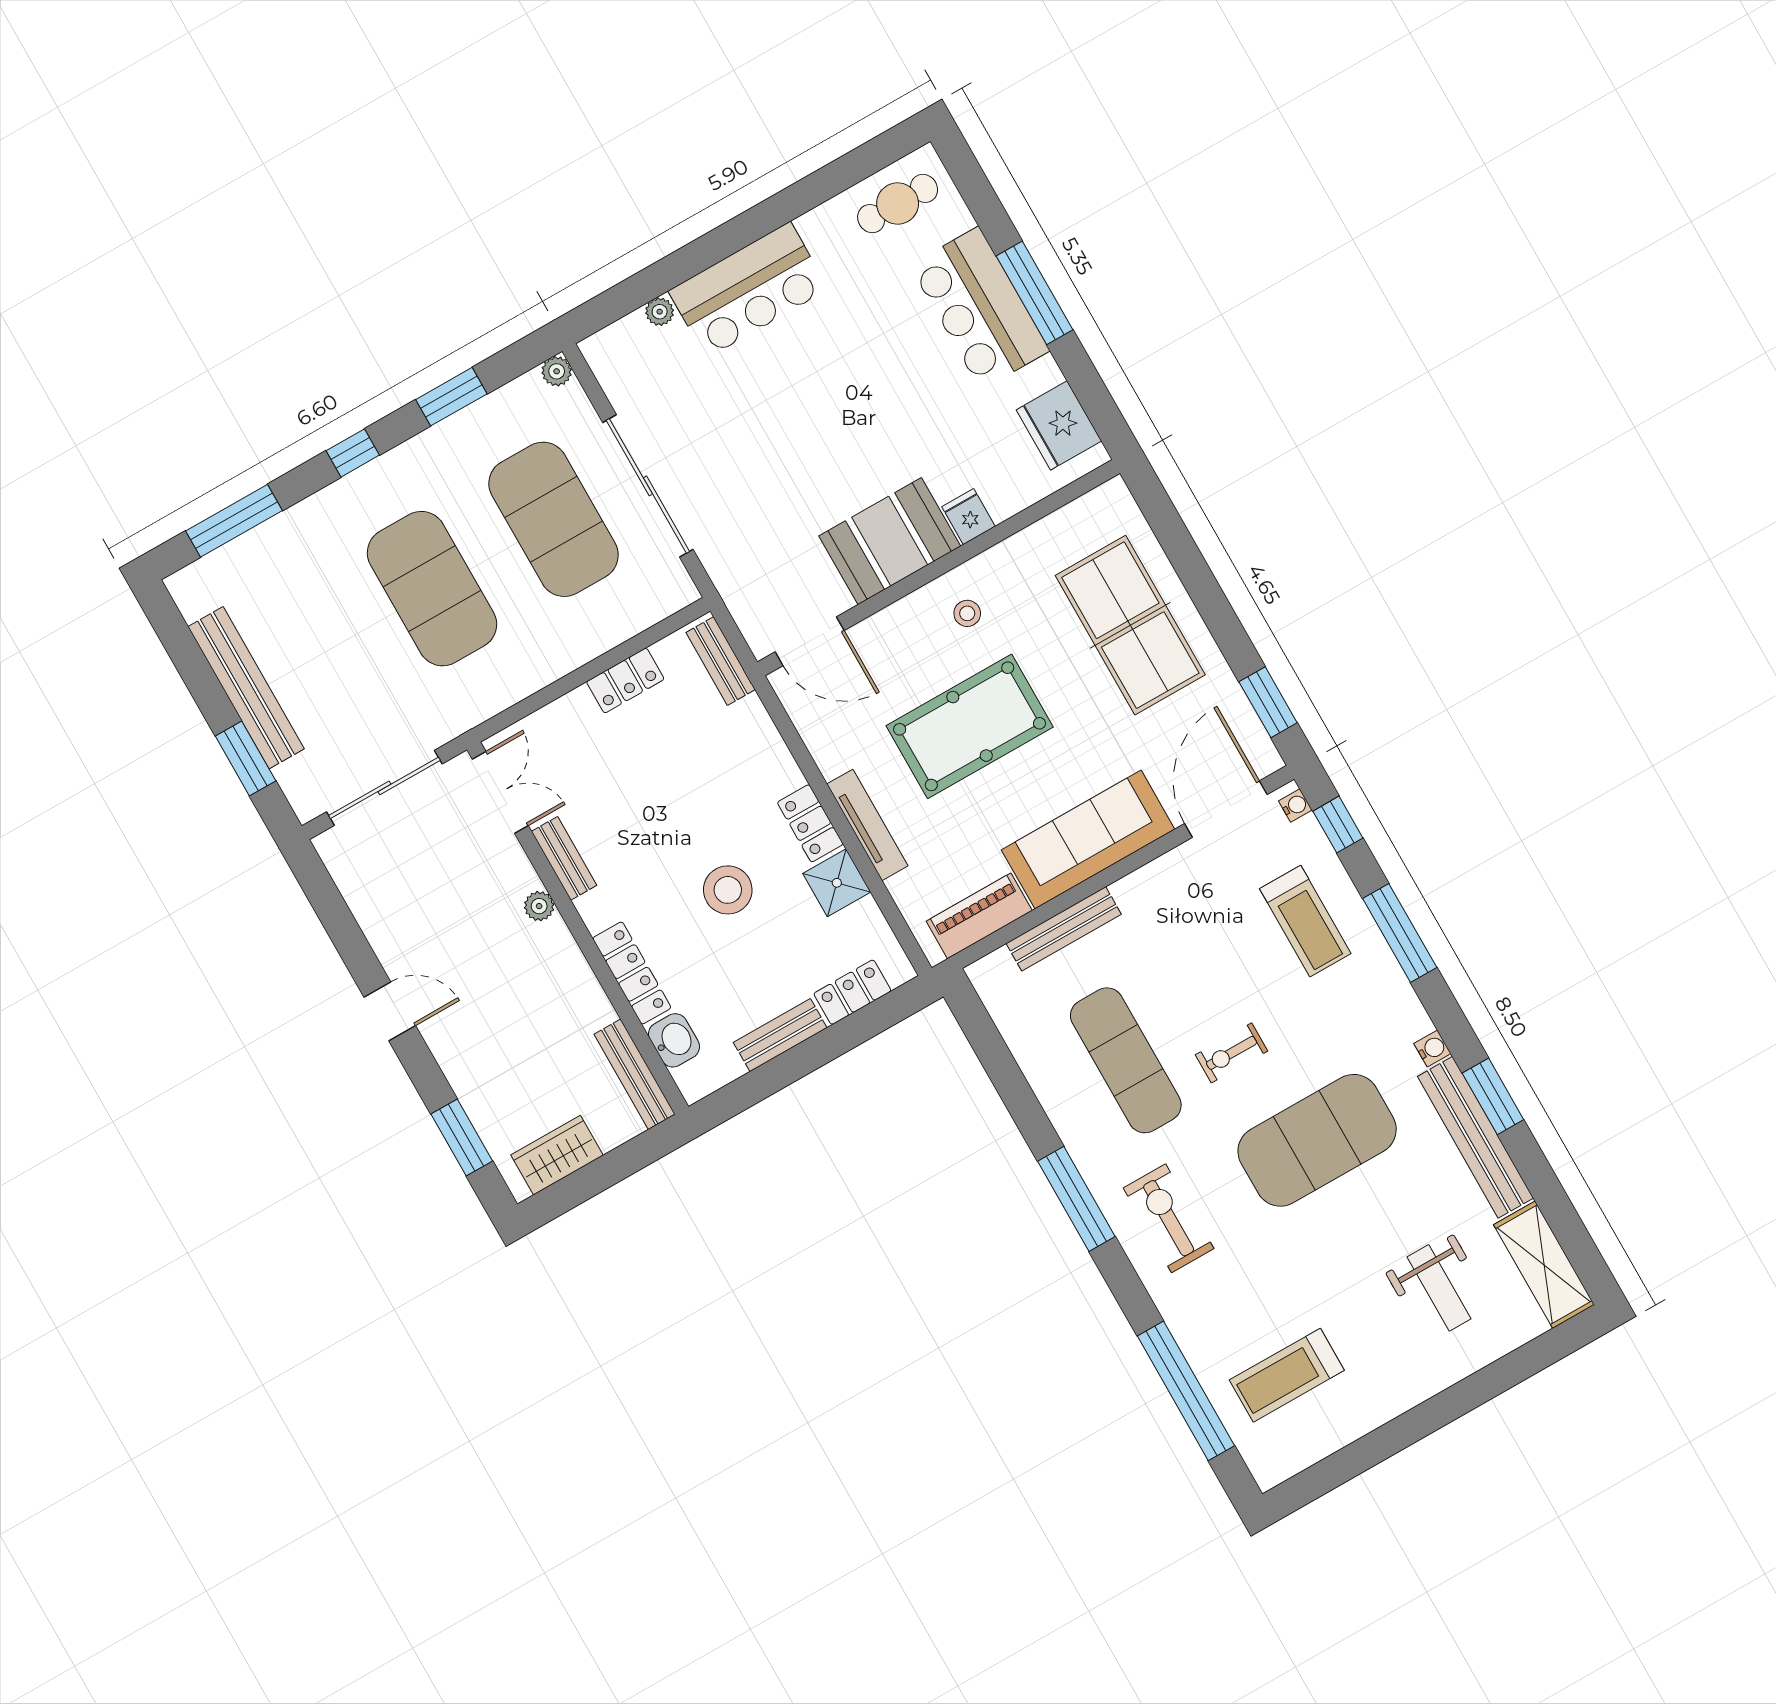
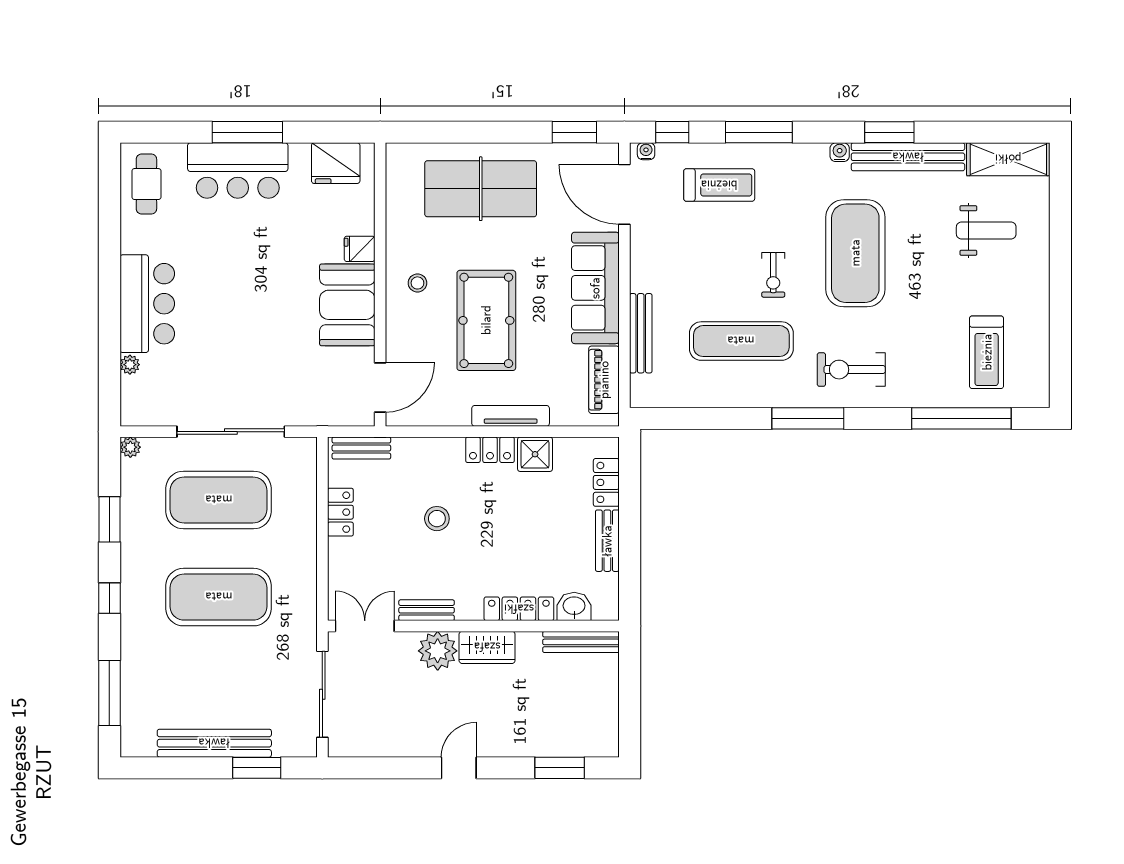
stool: (728, 890) -> (437, 519), moved, width x0.73, depth x0.73
plant: (539, 906) -> (438, 651), width x1.87, depth x1.87
wardrobe: (557, 1155) -> (487, 647), moved, turned -90

